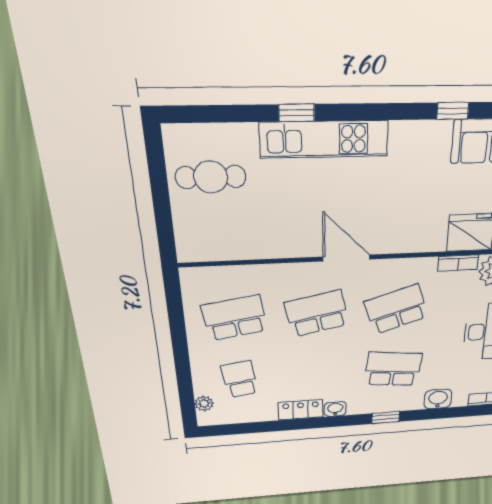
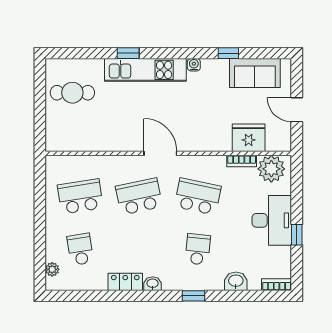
water cooler: (399, 130) -> (194, 65), added
school desk: (396, 309) -> (198, 196), turned 30
school desk: (393, 369) -> (198, 249), width x0.54

